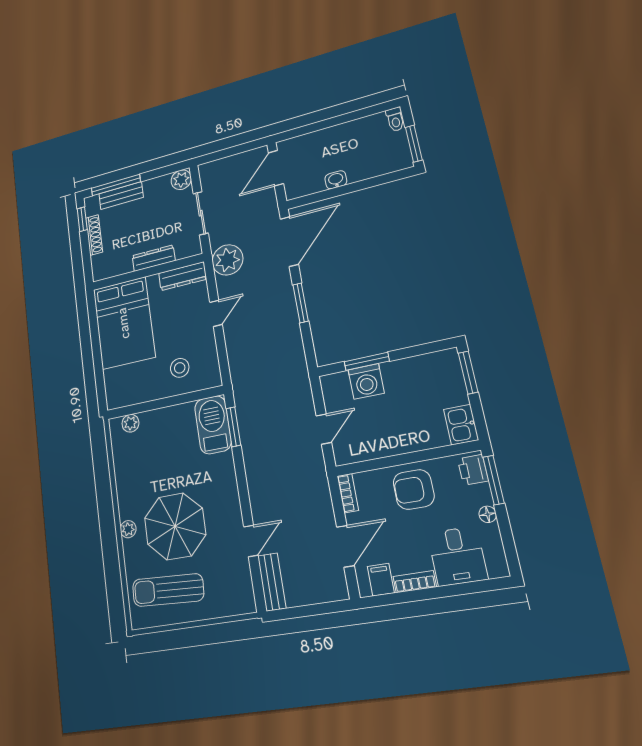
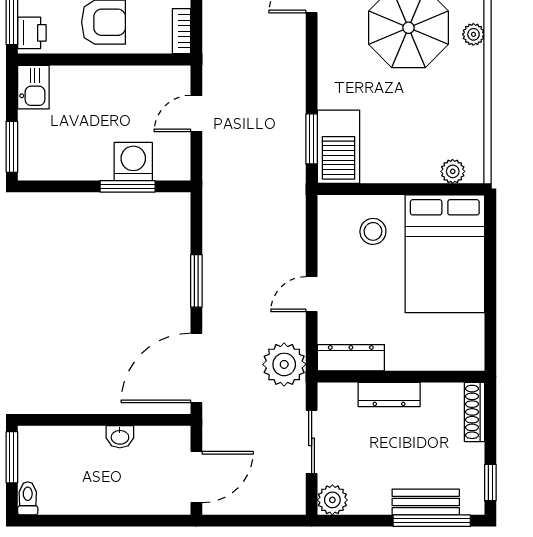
shoe rack: (94, 235) -> (474, 412), moved
bed: (124, 323) -> (445, 254), moved, turned 180

